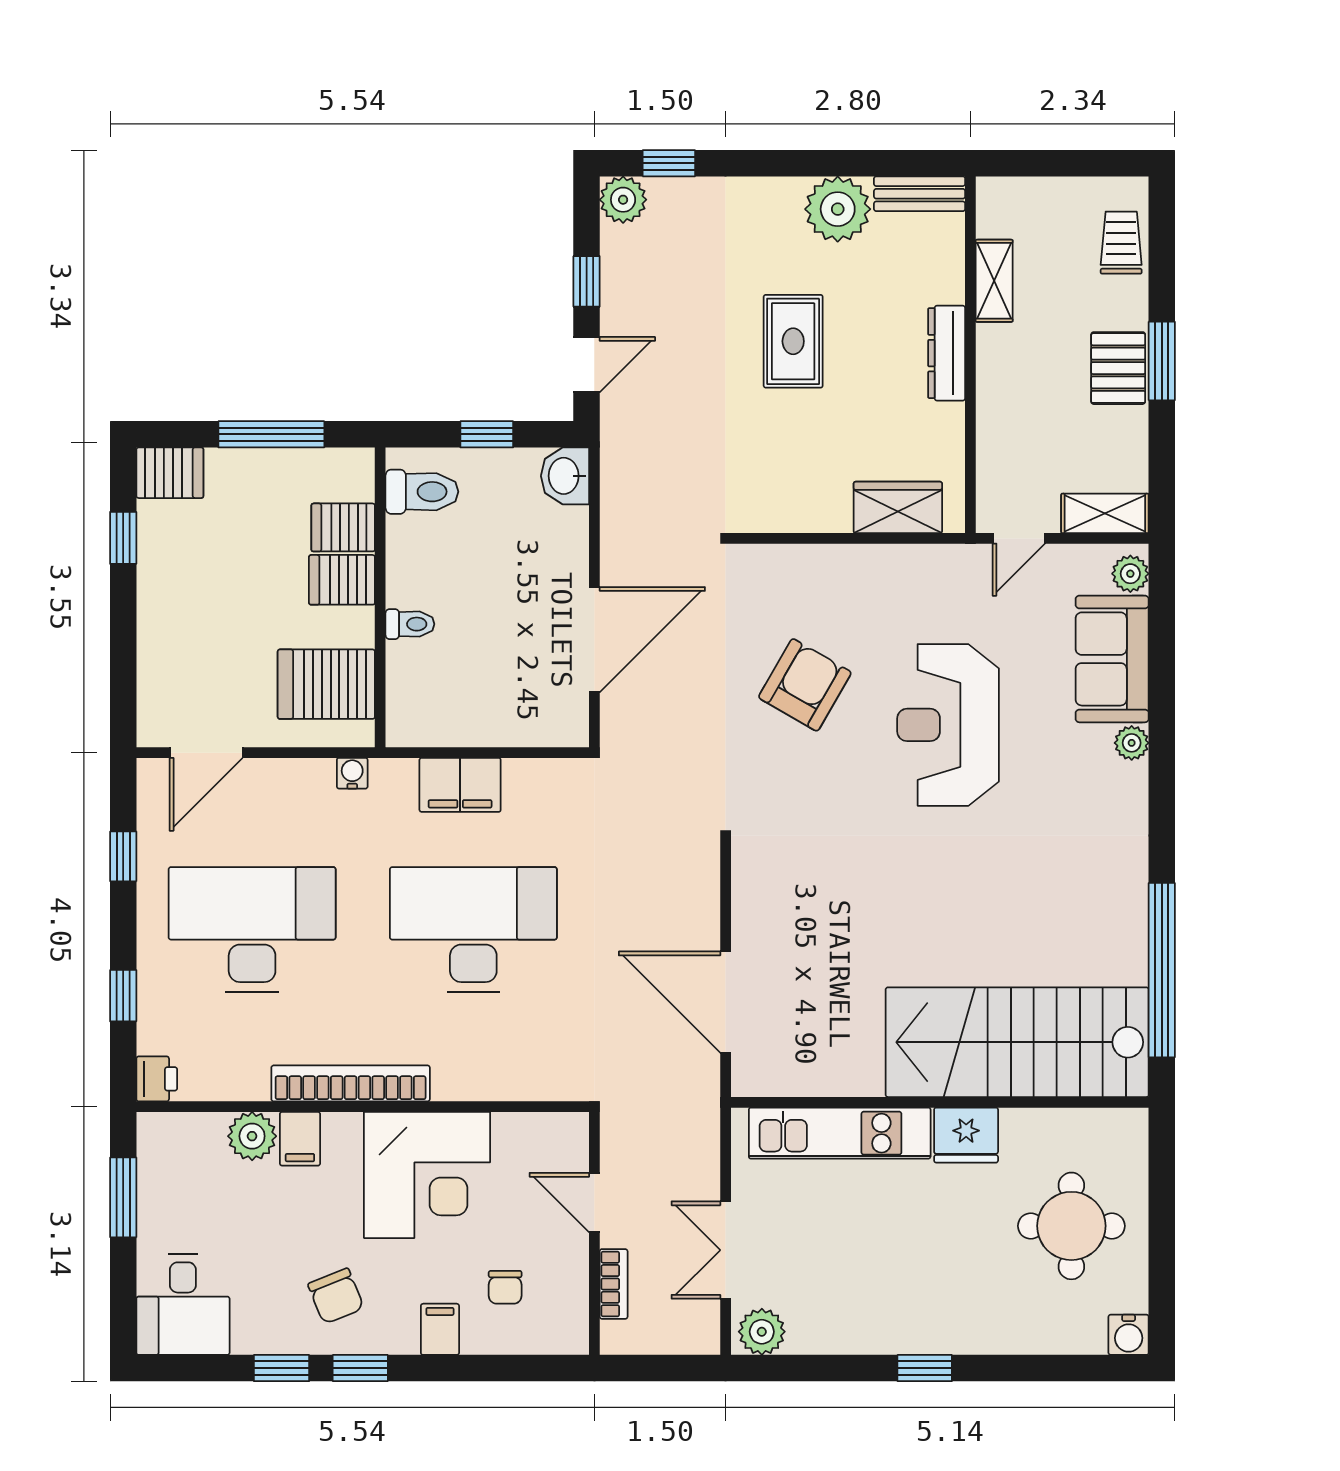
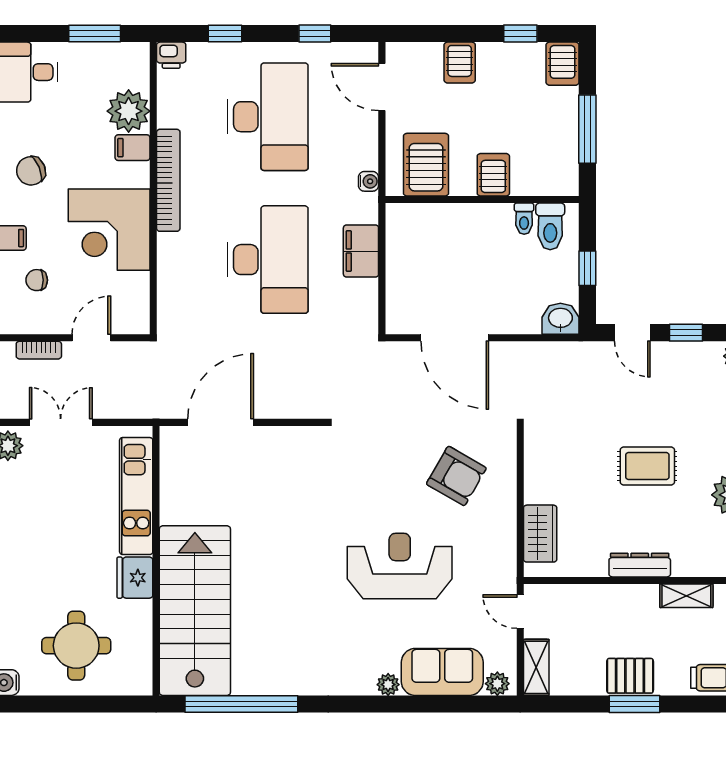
server rack: (343, 527) -> (460, 63), moved, turned 180
toilet: (410, 624) -> (524, 219), moved
armchair: (805, 685) -> (456, 476), moved
plant: (252, 1136) -> (129, 111), width x1.36, depth x1.36

